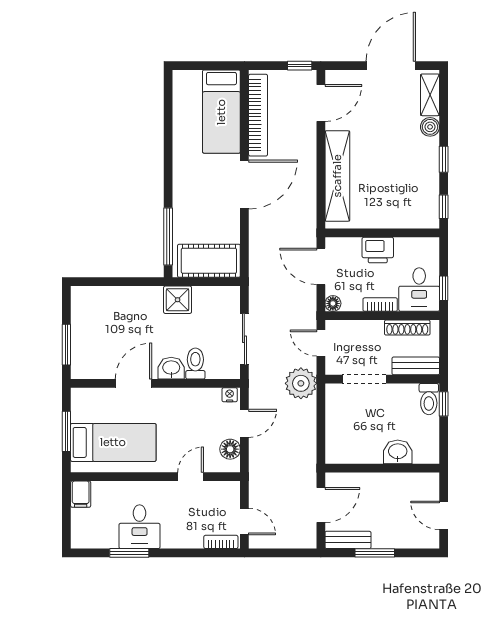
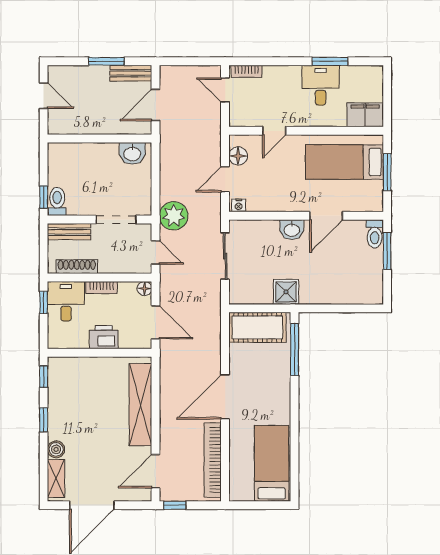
bed: (221, 112) -> (272, 463), moved
toilet: (195, 364) -> (375, 234), moved
washbasin: (398, 452) -> (132, 153), moved
filing cabinet: (81, 494) -> (365, 115), width x2.00

